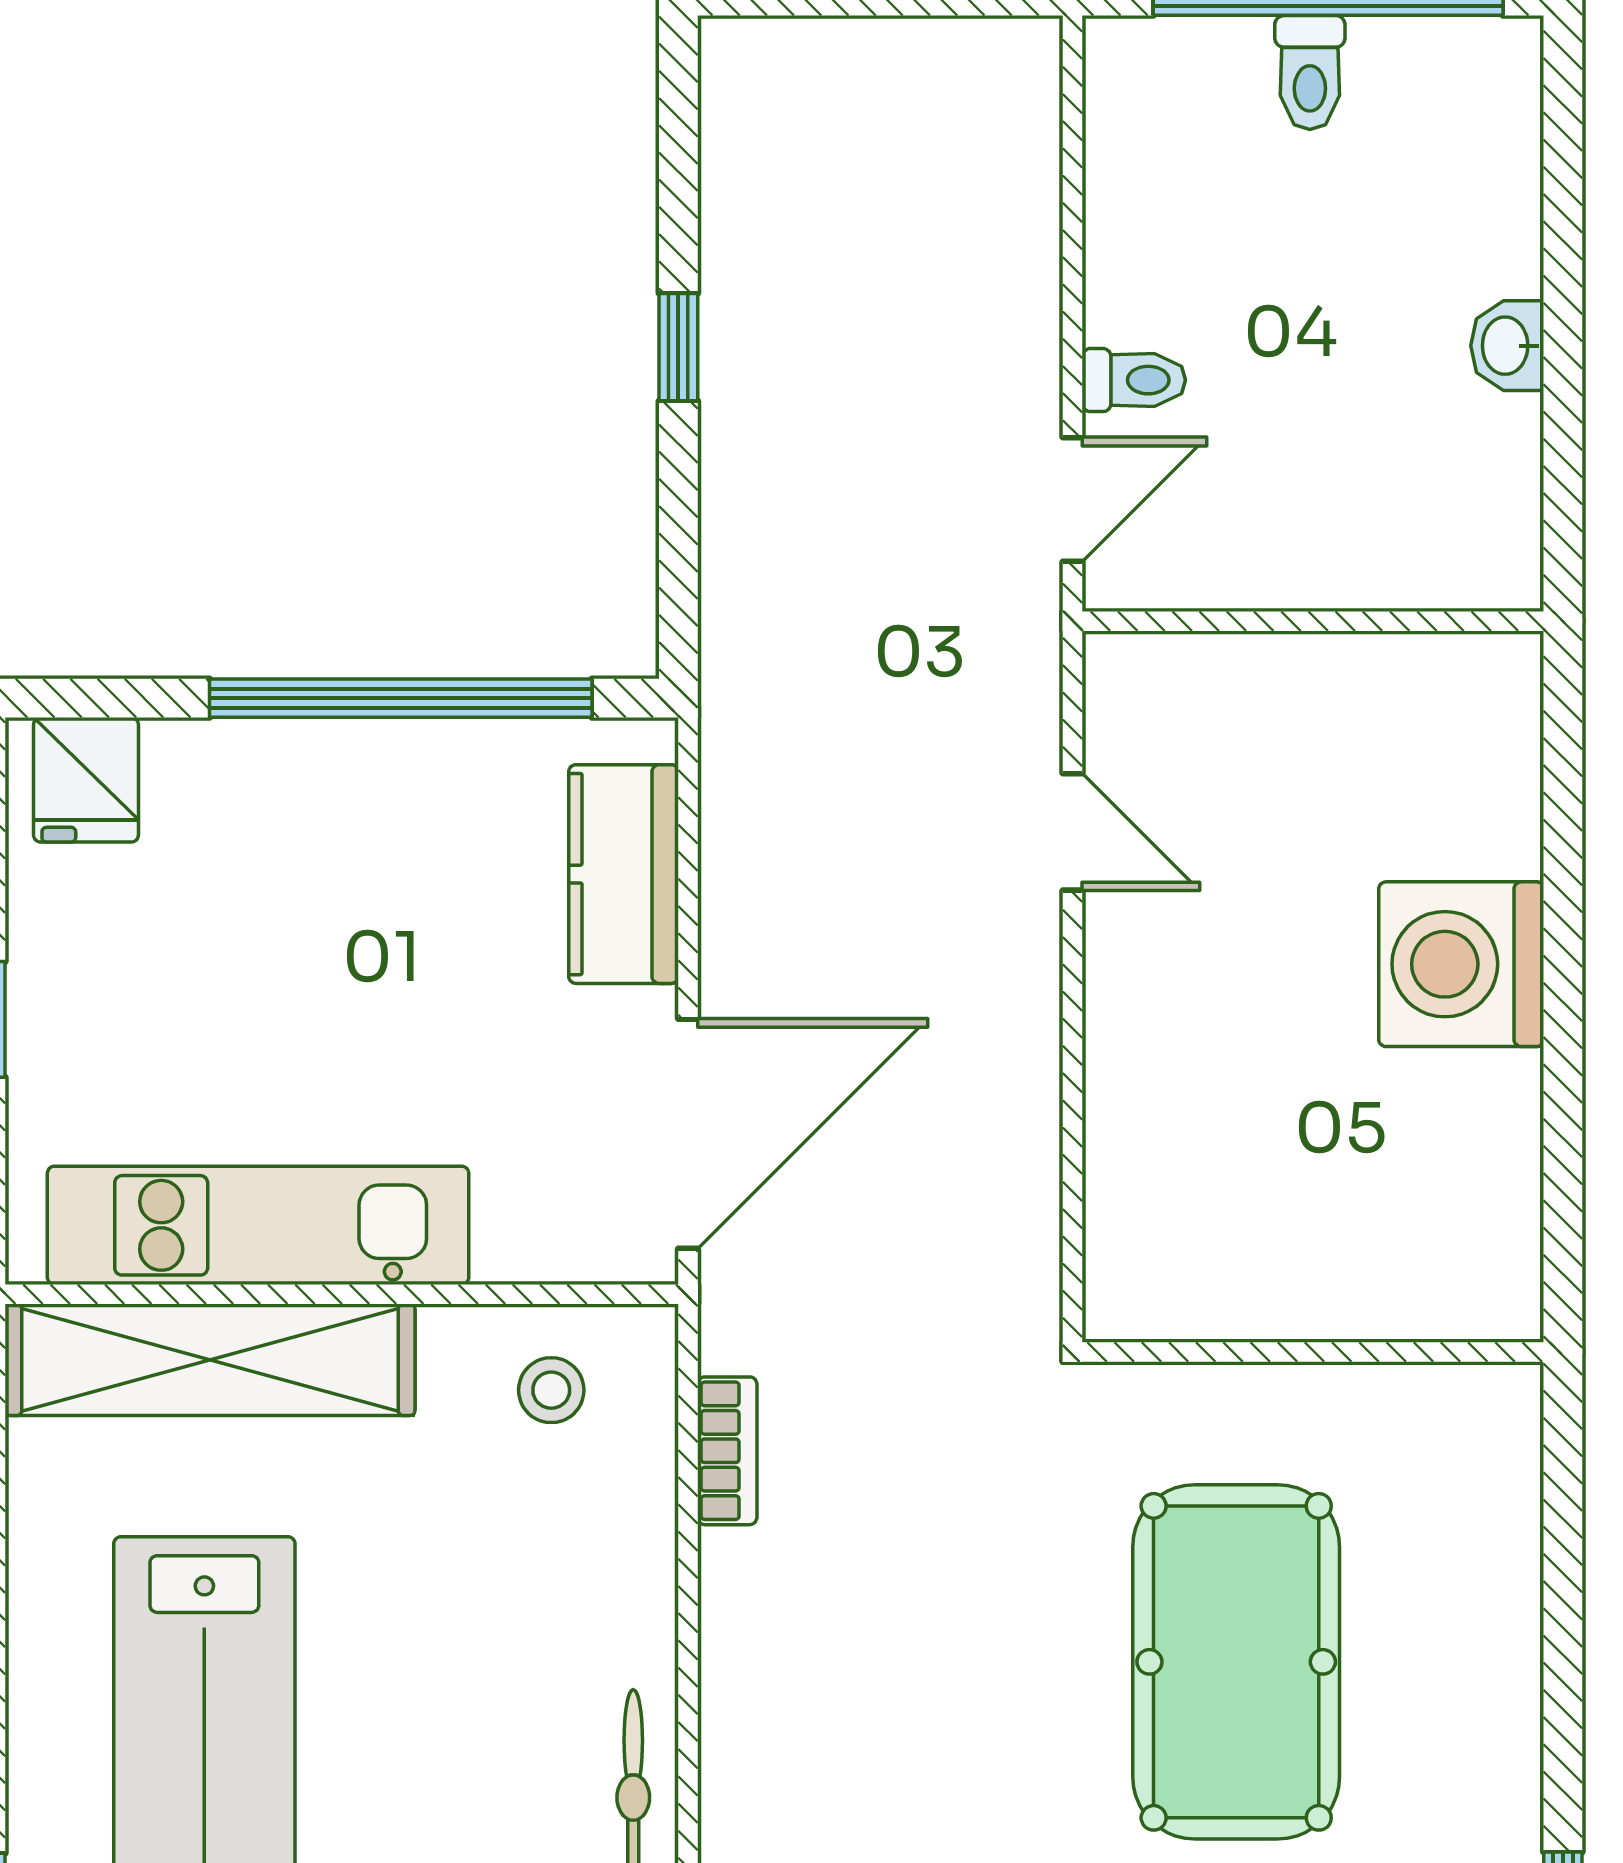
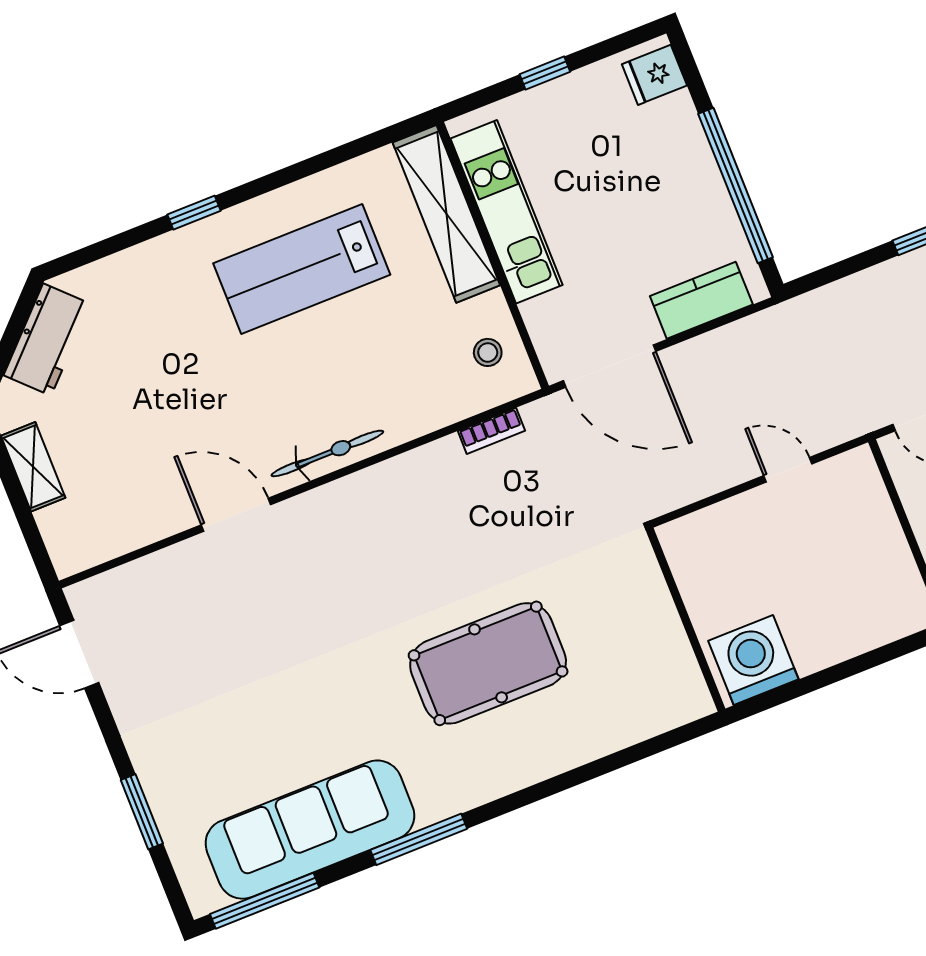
door: (1073, 832) -> (788, 470), swing flipped
washing machine: (1461, 964) -> (753, 660), moved
wall: (1313, 1352) -> (686, 620), moved

